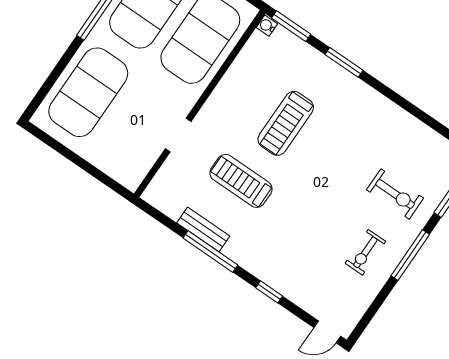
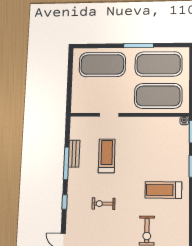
treadmill: (286, 123) -> (163, 190), moved
exercise bike: (365, 252) -> (104, 204), moved

